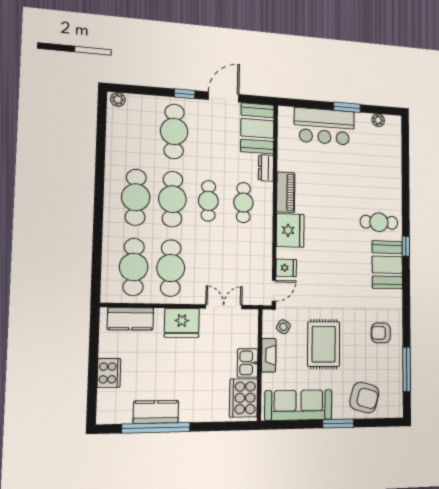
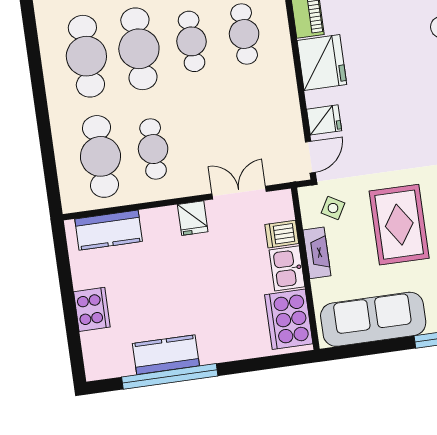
cafe table: (171, 268) -> (153, 149), width x0.73, depth x0.74
fridge: (182, 323) -> (193, 218), width x0.53, depth x0.75
dishwasher: (248, 339) -> (282, 234), added

